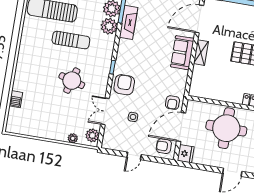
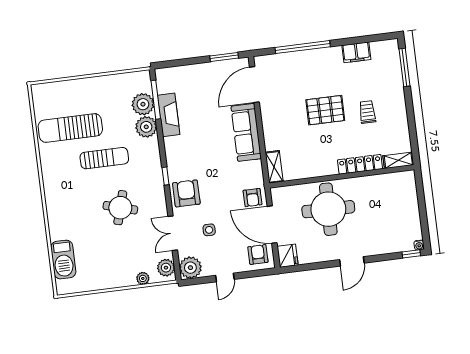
sofa: (182, 53) -> (246, 132), width x1.36
shelving: (201, 53) -> (274, 167), moved
barbecue: (16, 99) -> (63, 260), width x1.88, depth x1.53
door: (181, 127) -> (272, 225), hinge flipped
plant: (111, 141) -> (190, 268), added
armchair: (164, 146) -> (258, 255), turned 90

